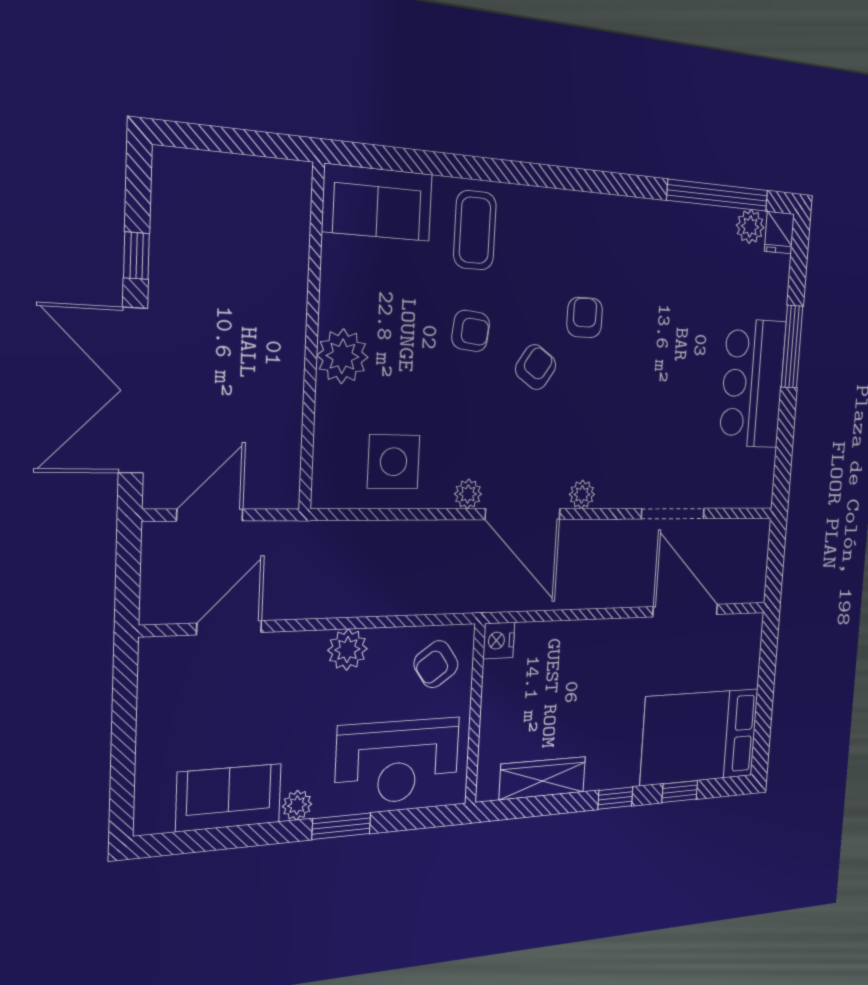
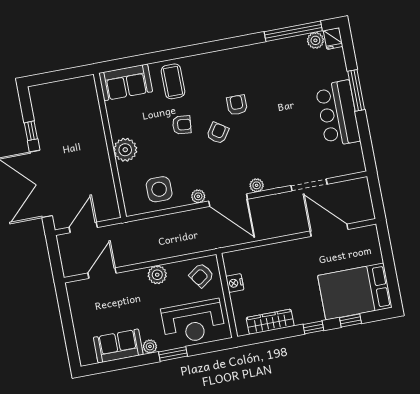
nightstand: (499, 640) -> (235, 283), moved

